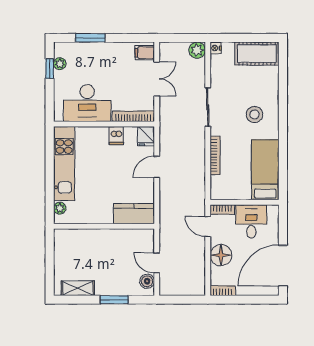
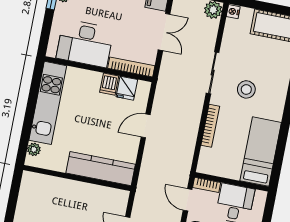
stool: (254, 114) -> (246, 89), moved
fridge: (146, 136) -> (127, 88), moved
kitchen counter: (134, 214) -> (101, 169), width x1.50

